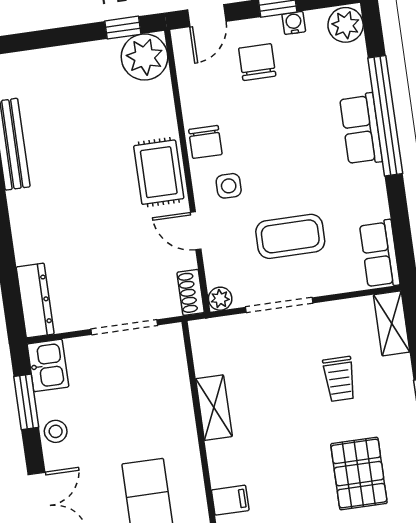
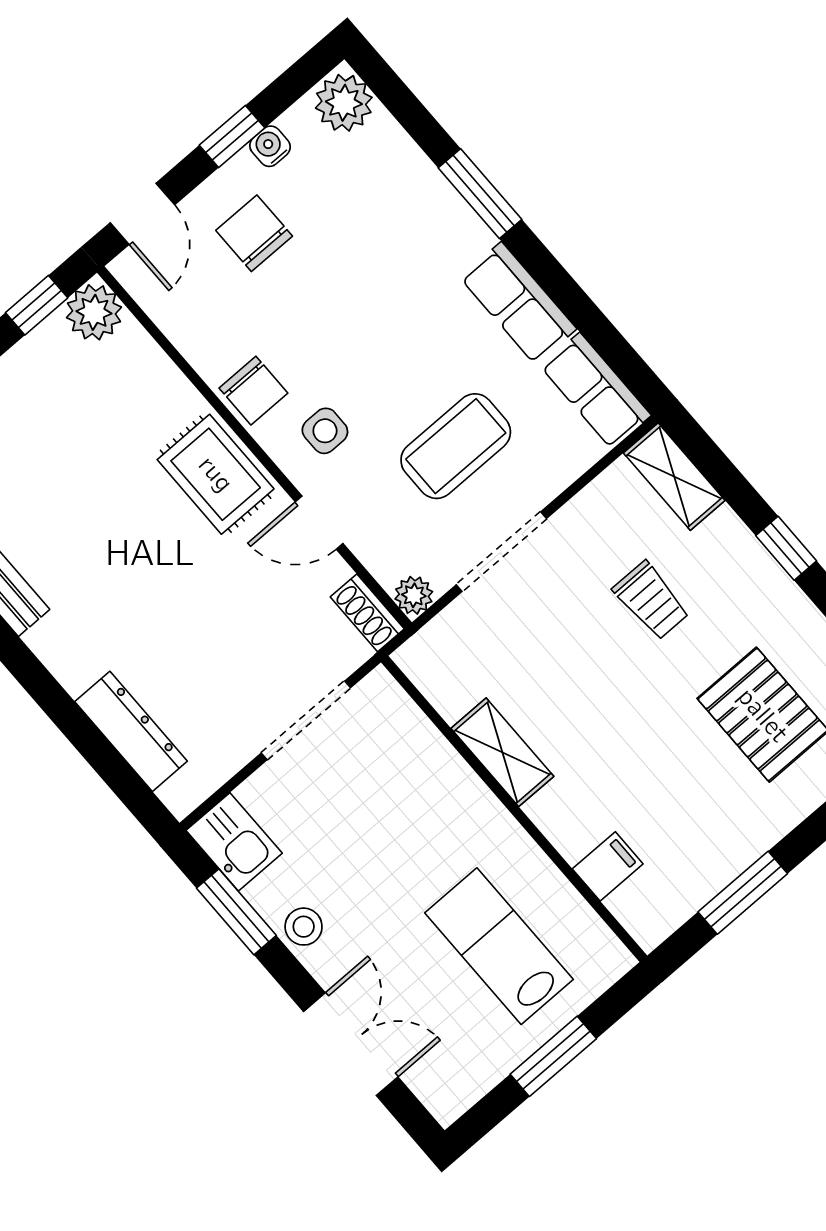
plant: (145, 57) -> (94, 312), width x0.73, depth x0.73
window: (385, 116) -> (480, 194), width x0.47
row of seats: (361, 129) -> (518, 303), moved
dresser: (35, 300) -> (131, 731), moved

